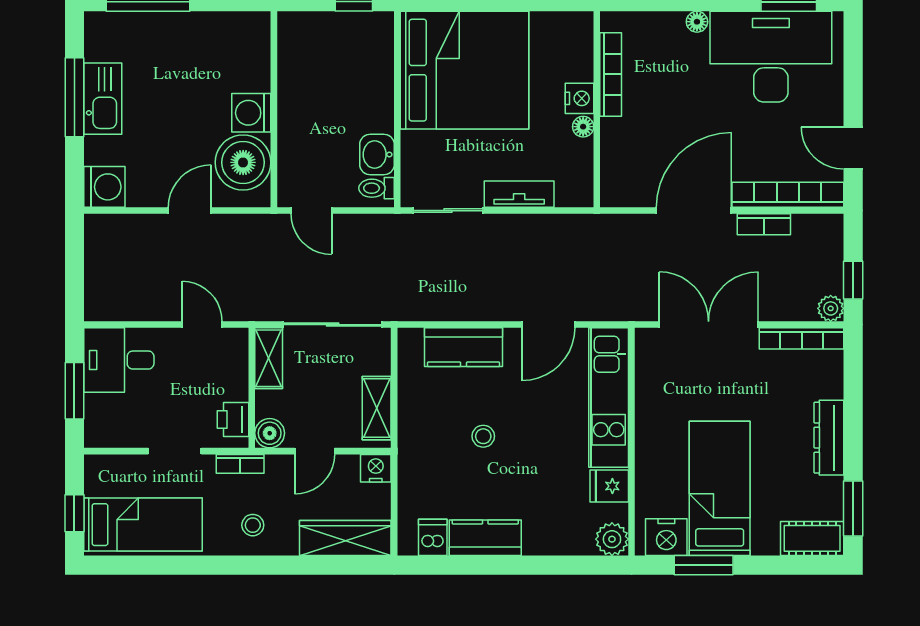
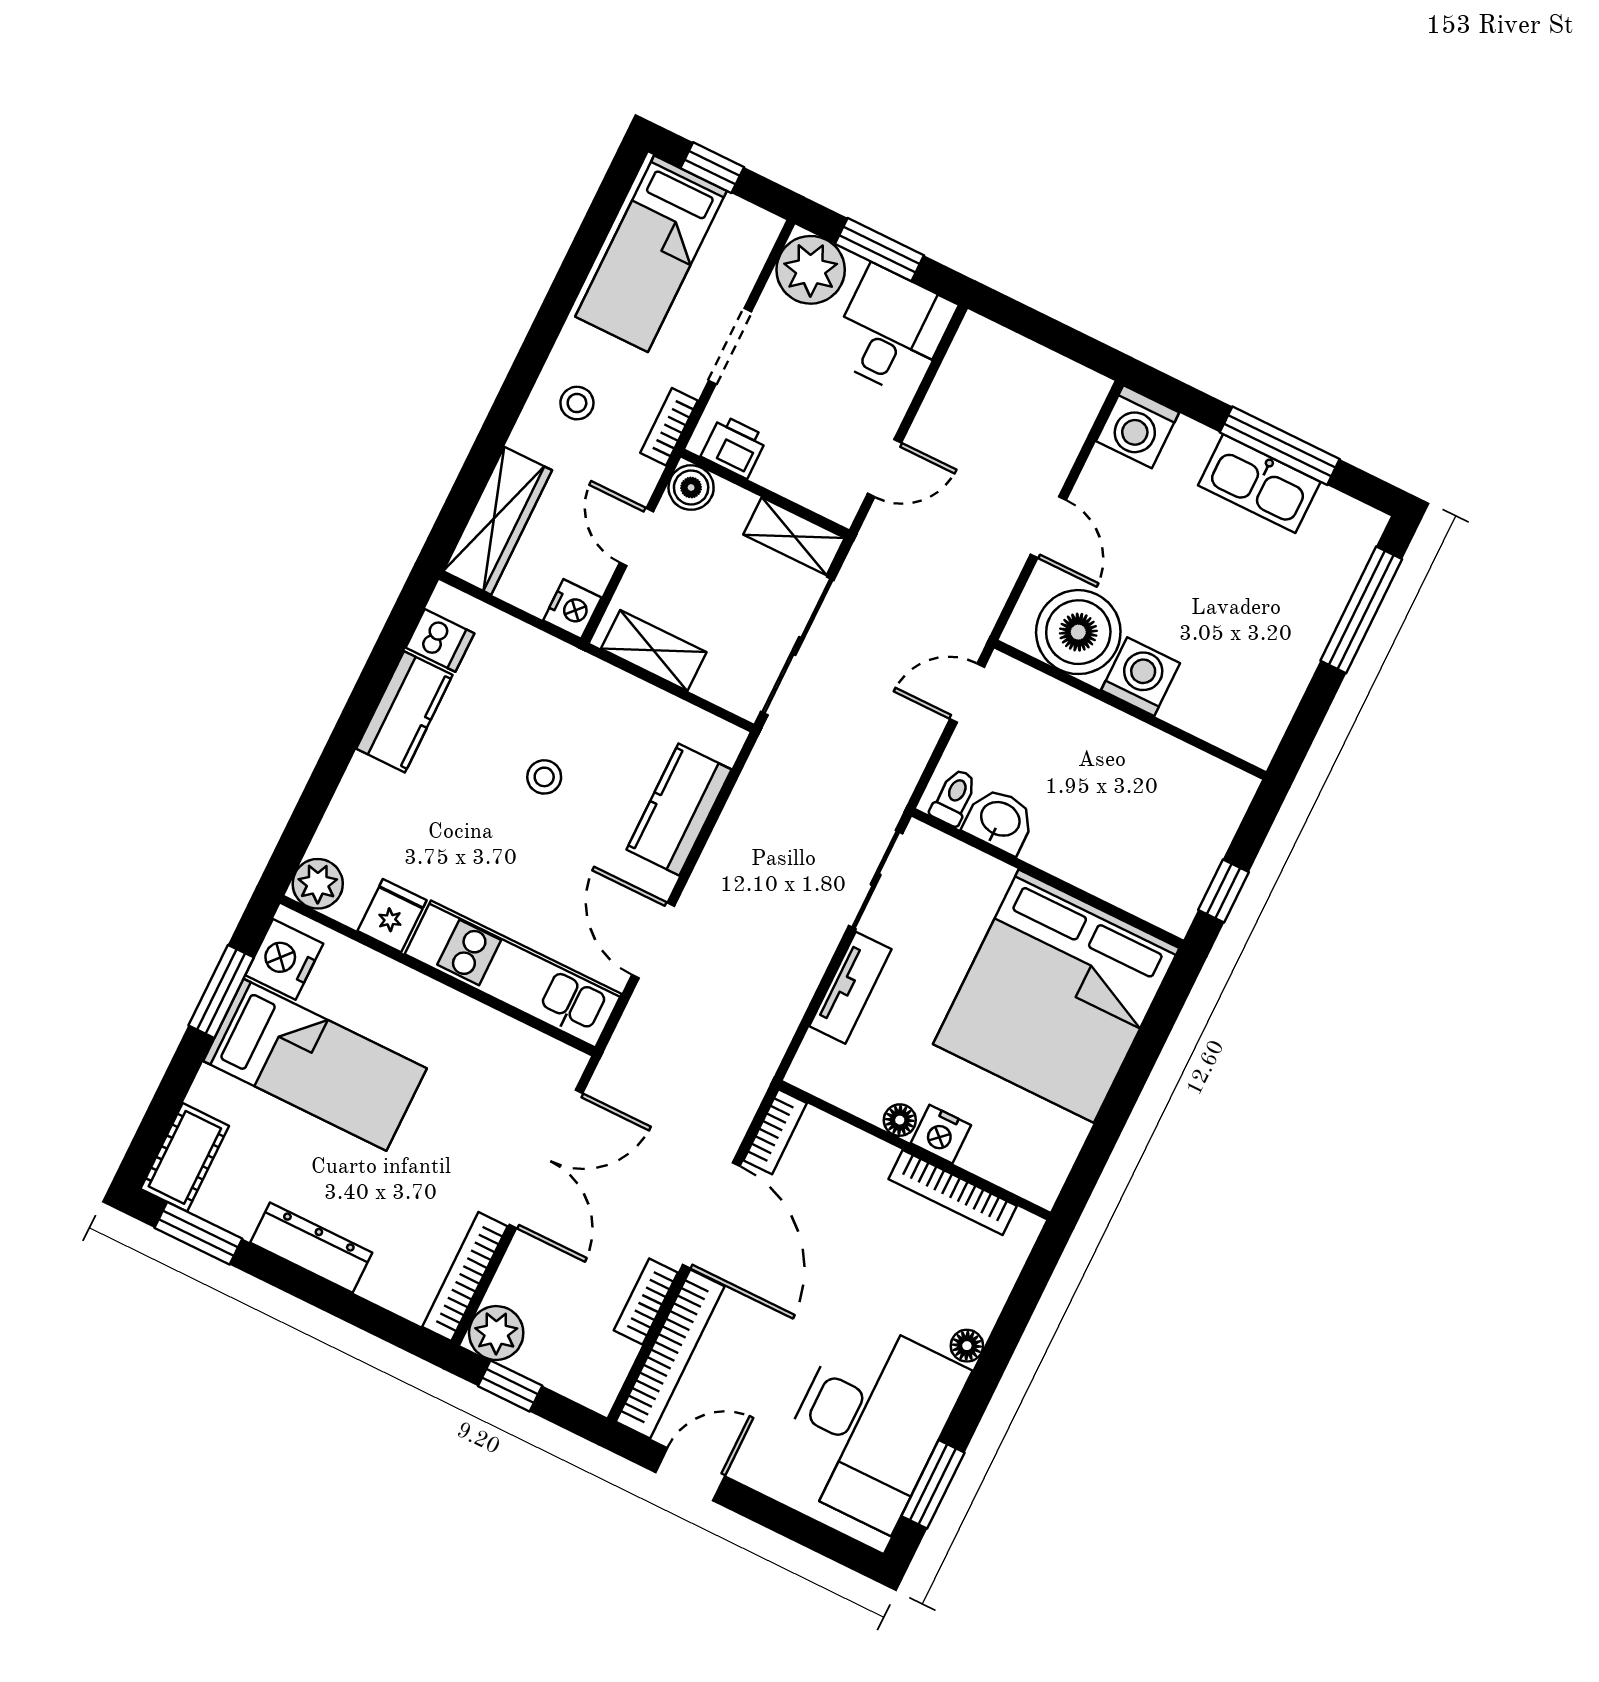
bookcase: (626, 197) -> (775, 1132), added
plant: (831, 308) -> (496, 1333), width x1.38, depth x1.38
plant: (106, 426) -> (811, 270), added

